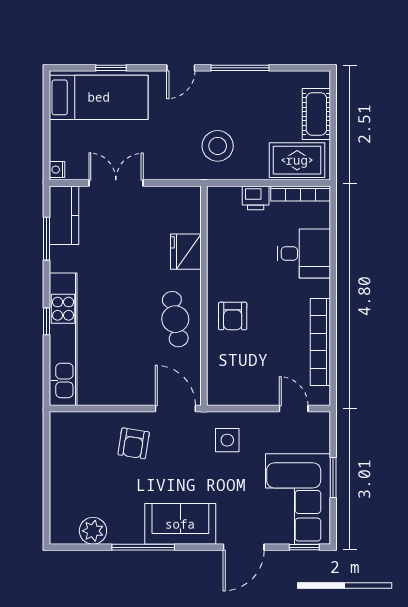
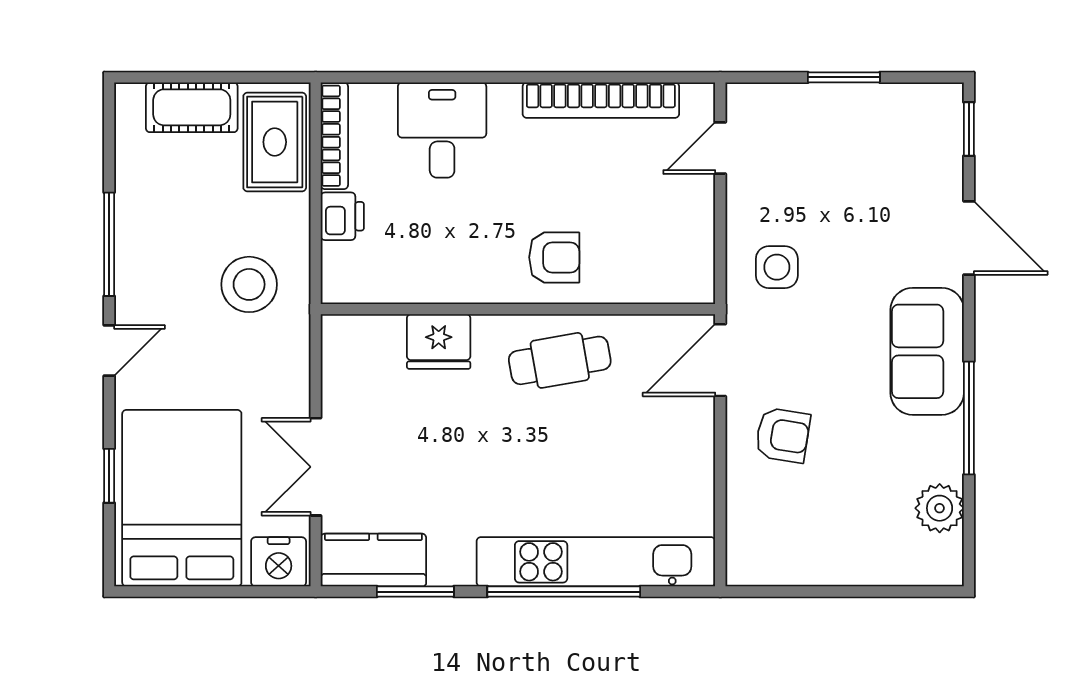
door: (181, 68) -> (109, 350), hinge flipped
bed: (99, 97) -> (182, 498), width x1.50
nightstand: (57, 170) -> (279, 562), width x1.89, depth x1.79
window: (46, 321) -> (564, 592), width x3.17
corner sofa: (298, 499) -> (882, 140), removed

